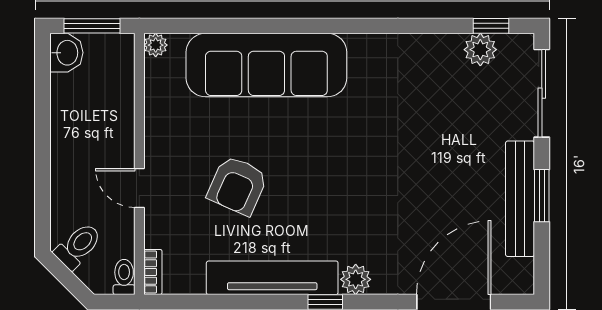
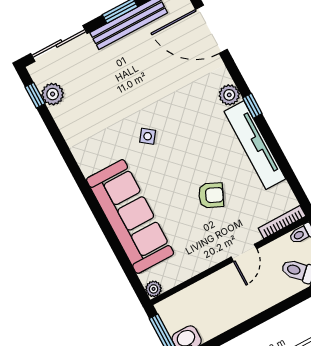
side table: (359, 144) -> (148, 136), added
armchair: (237, 185) -> (211, 195), width x0.72, depth x0.72
bookcase: (153, 272) -> (282, 222), width x1.56

